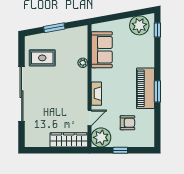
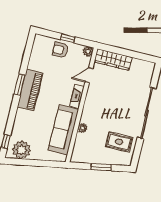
sofa: (102, 50) -> (63, 130), width x1.36
armchair: (127, 123) -> (60, 50), moved
plant: (101, 137) -> (88, 51), width x0.53, depth x0.53

